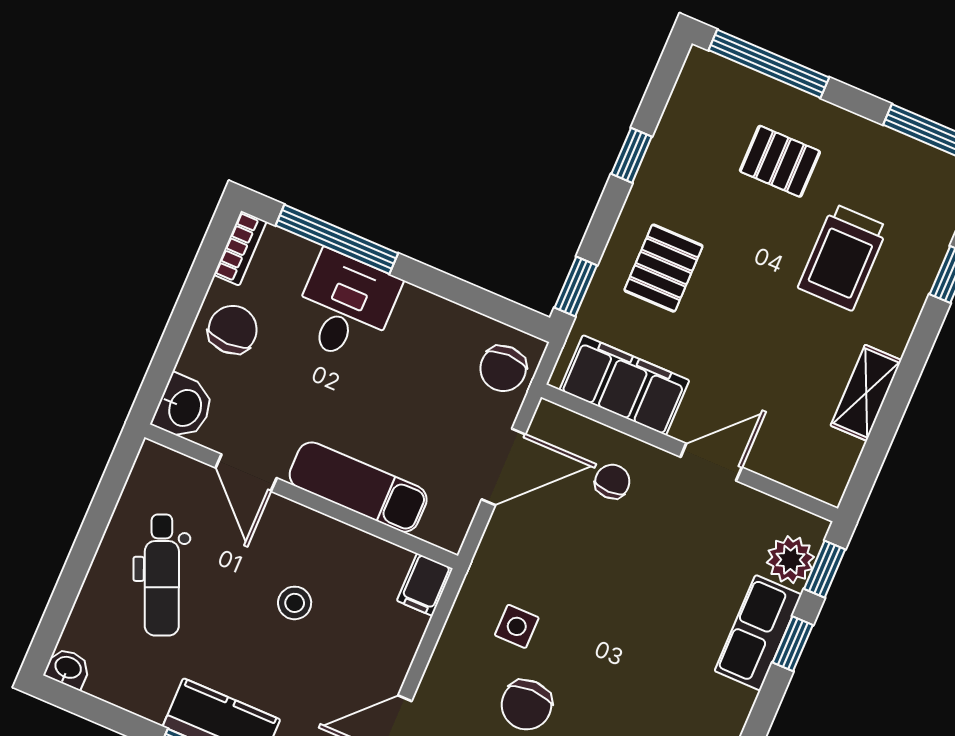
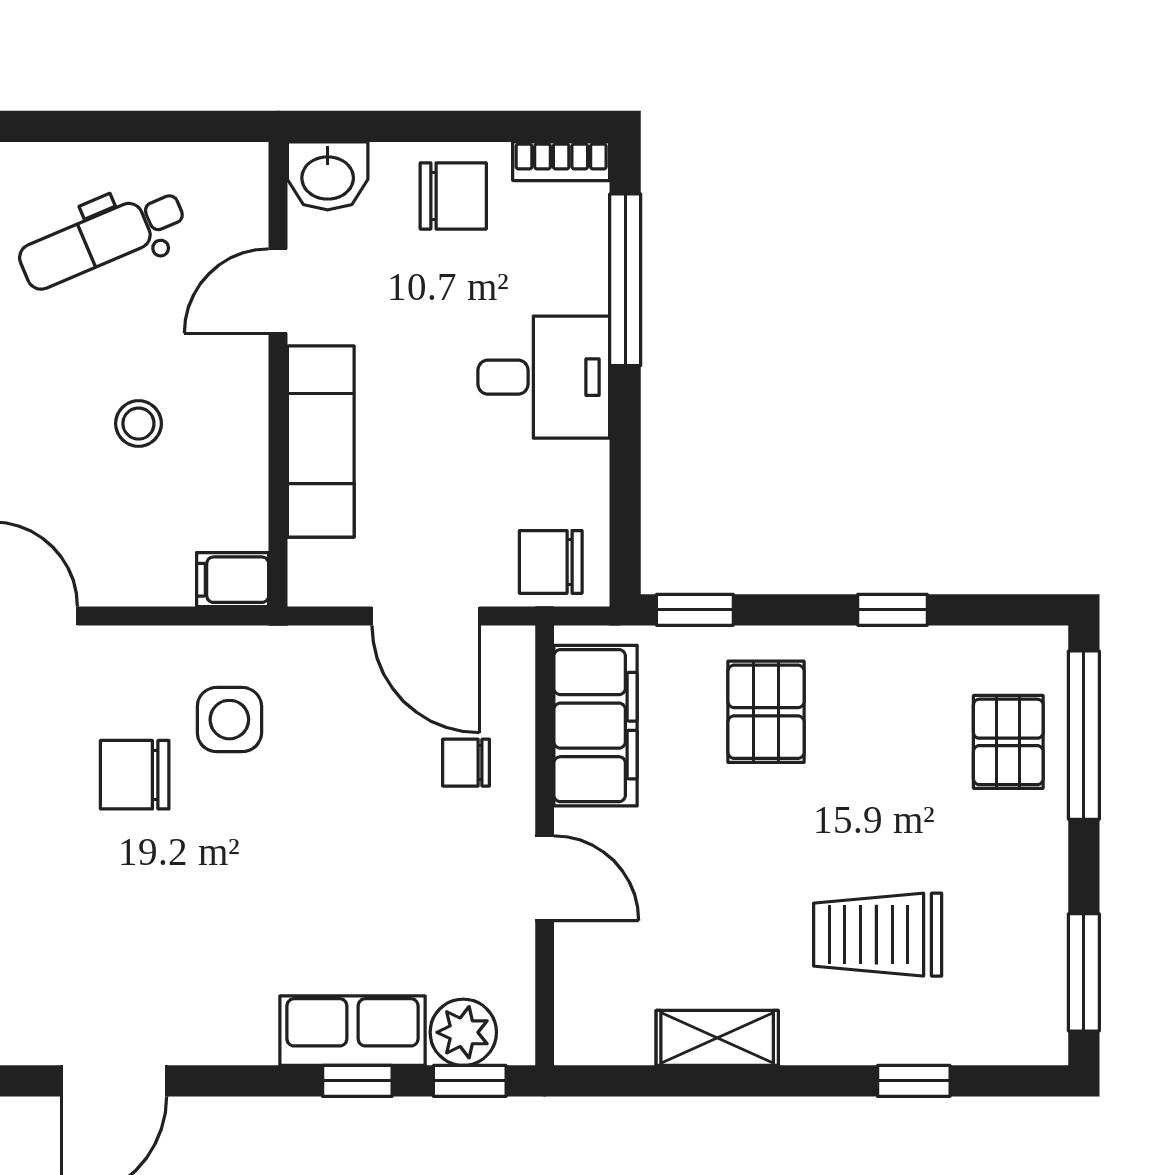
pallet: (780, 161) -> (1008, 742), moved
pallet: (663, 268) -> (766, 712), turned 90
desk: (345, 307) -> (544, 377), moved
chair: (612, 482) -> (466, 763), turned 180
side table: (517, 626) -> (229, 720), width x1.37, depth x1.37

